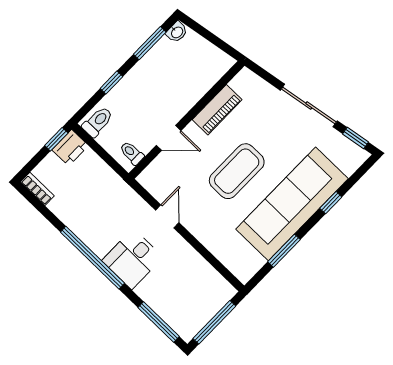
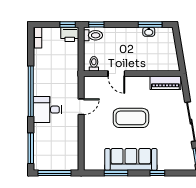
washbasin: (177, 32) -> (149, 32), moved
window: (111, 82) -> (96, 24), moved
piano: (217, 110) -> (165, 83), moved
sofa: (292, 204) -> (131, 159), width x0.74, depth x0.79

